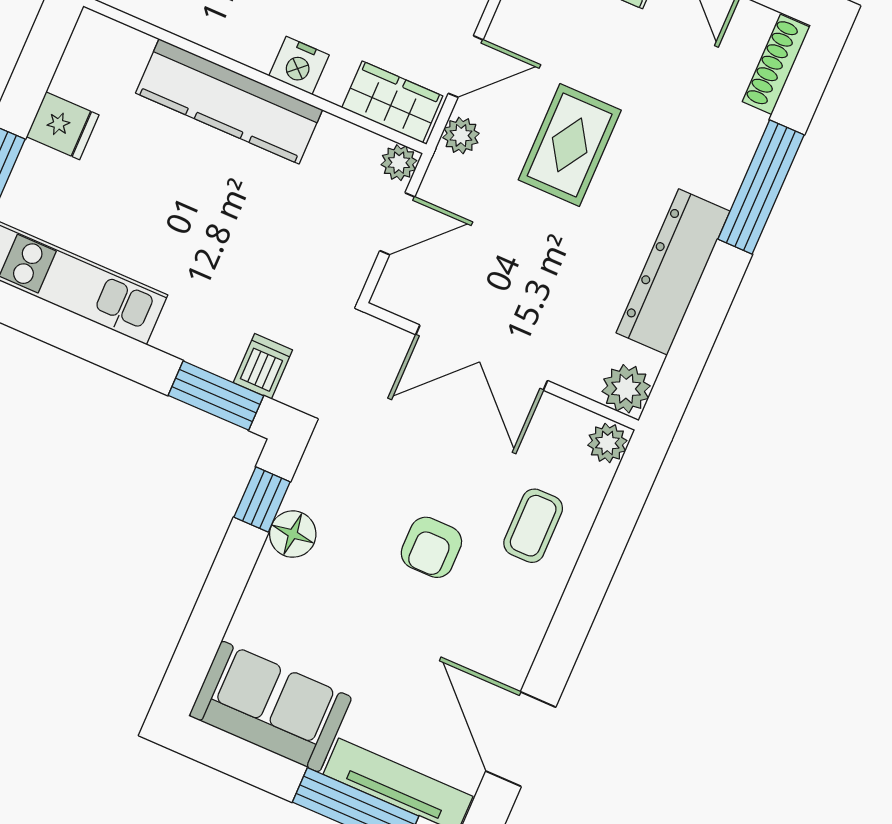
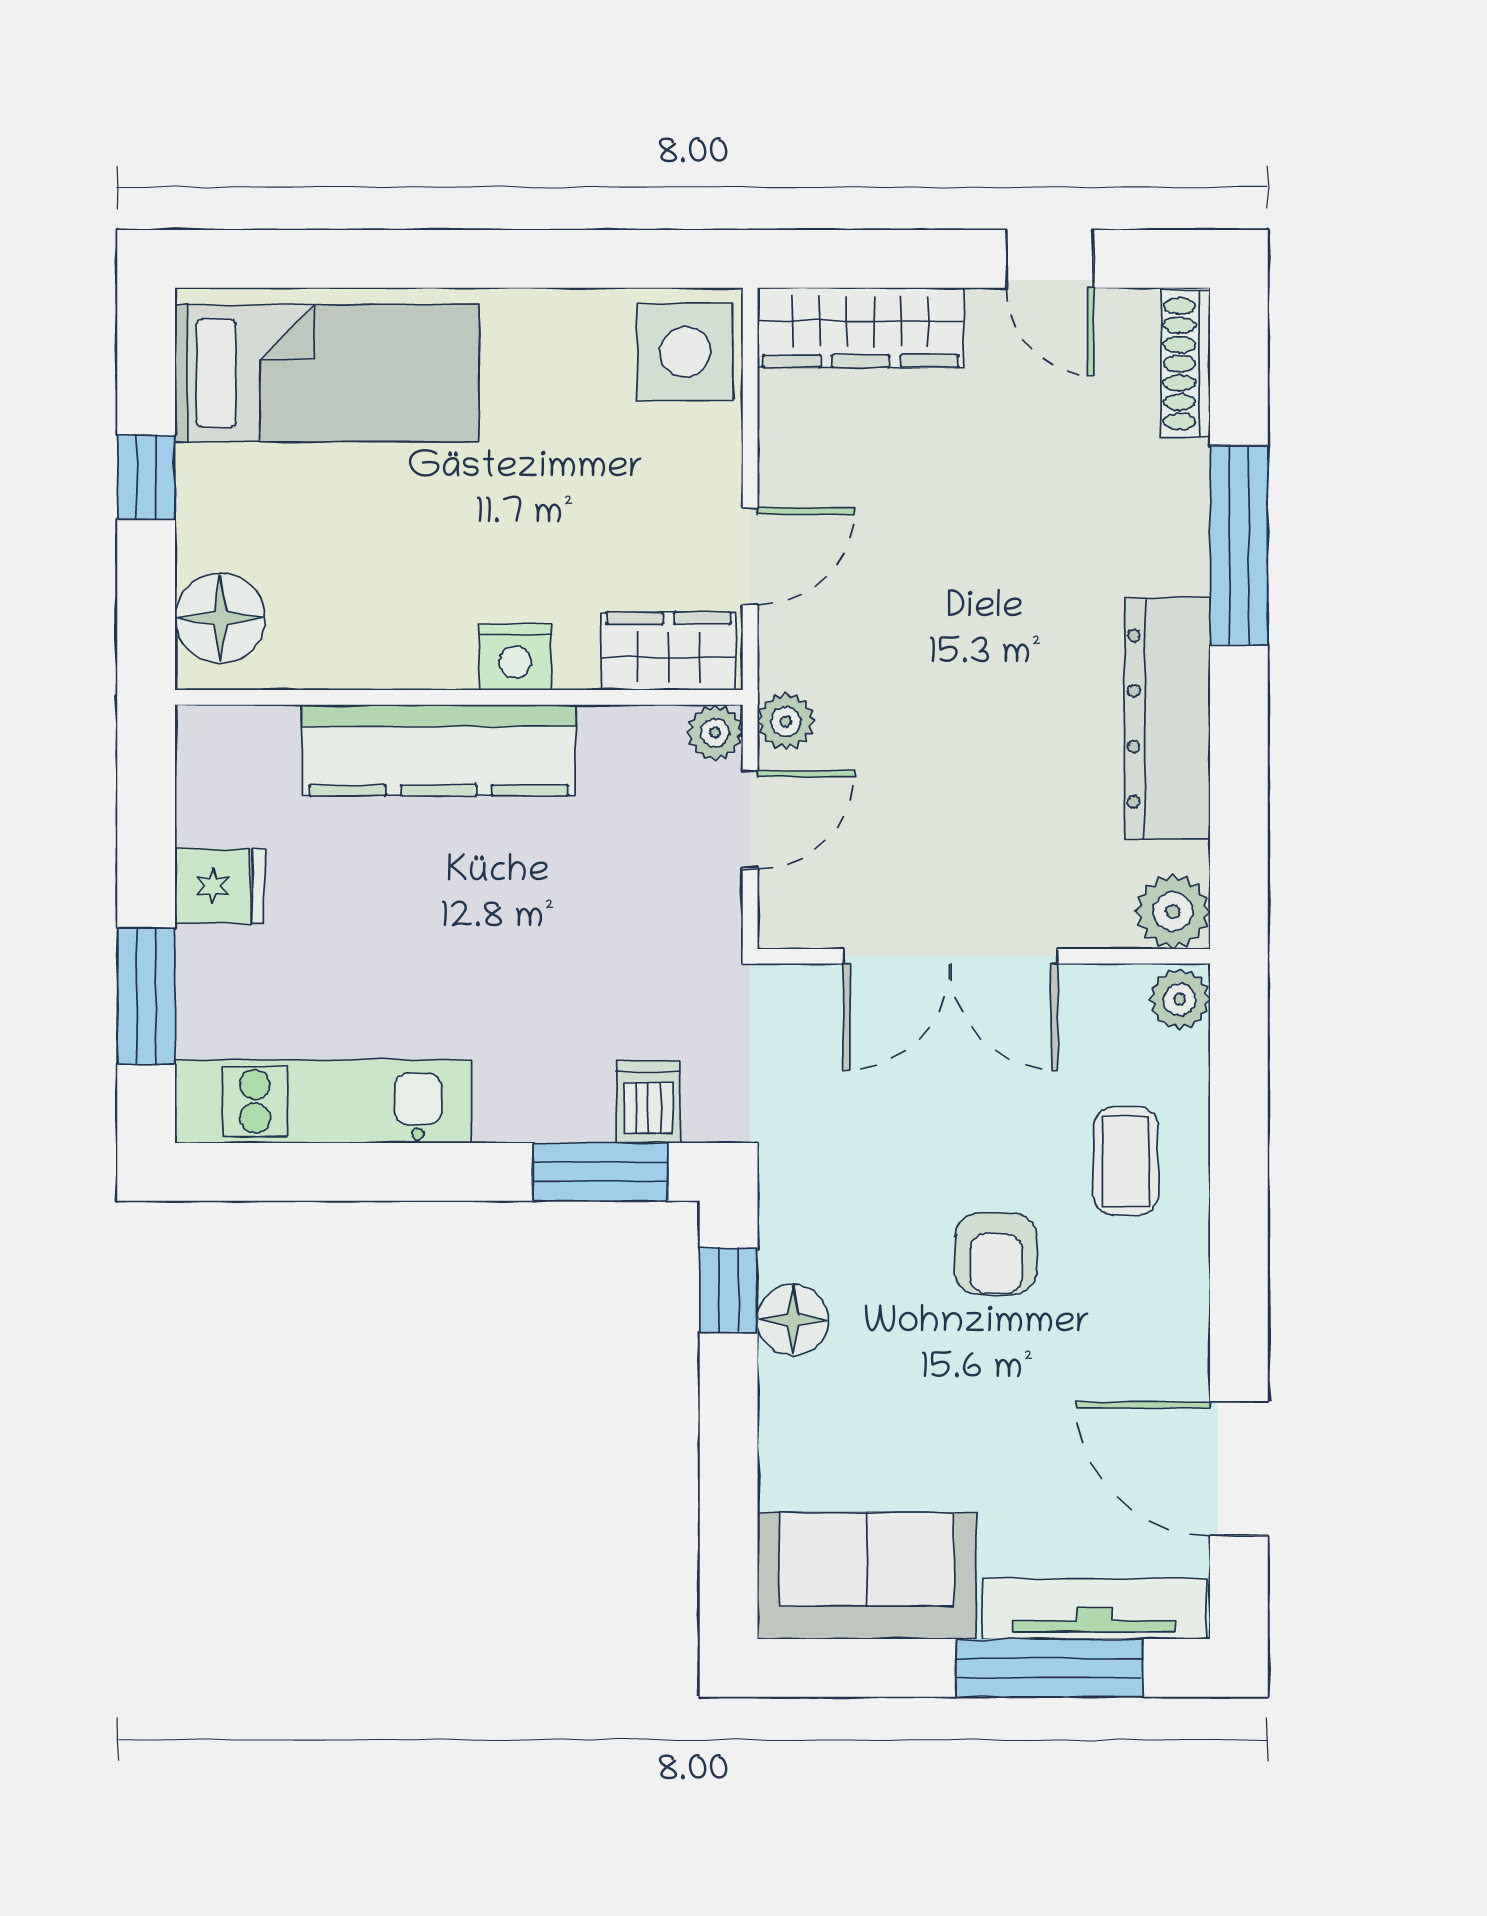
plant: (461, 136) -> (786, 721), moved
rug: (570, 145) -> (944, 603), removed

